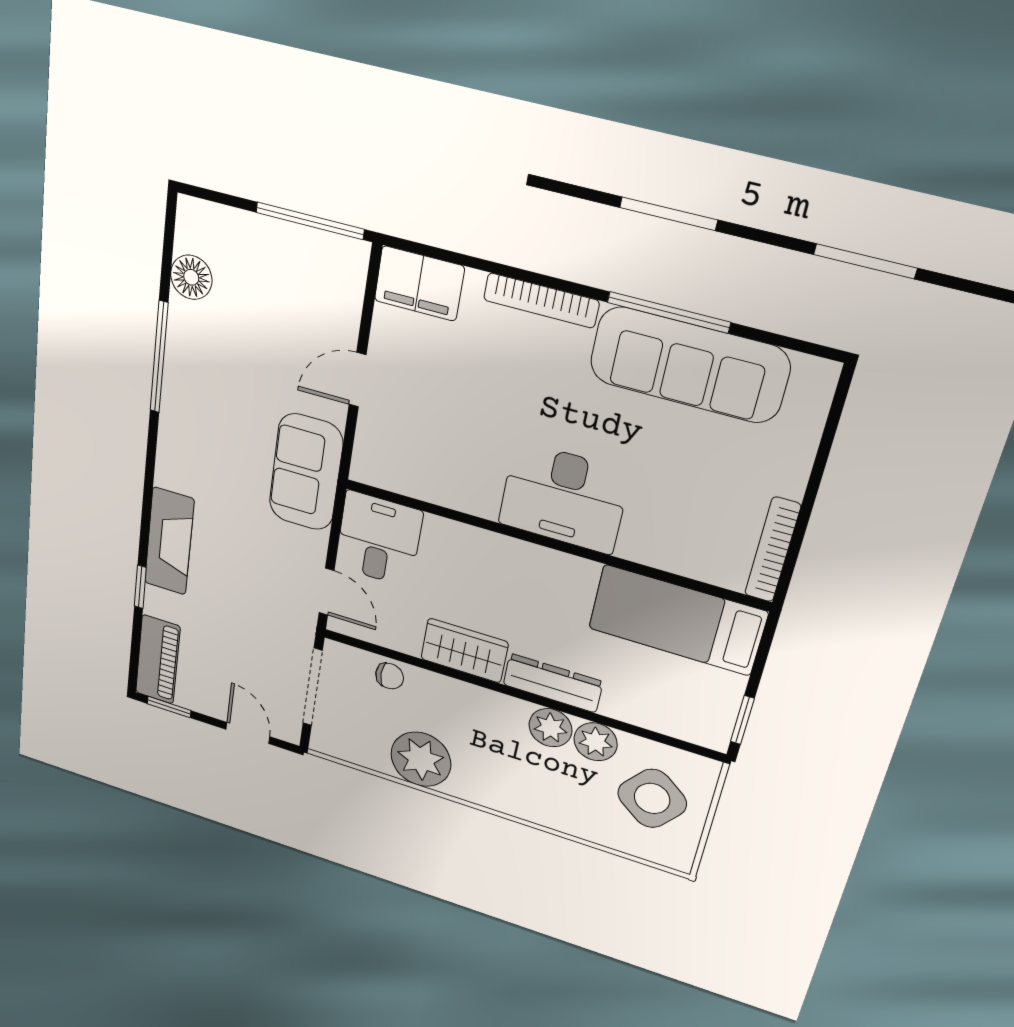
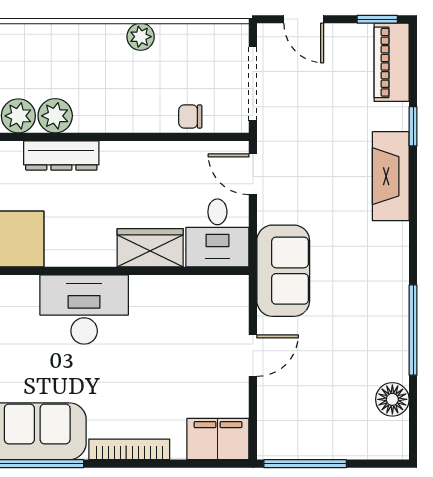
wardrobe: (464, 651) -> (150, 248), moved, turned 180
plant: (421, 759) -> (141, 37), width x0.53, depth x0.53

